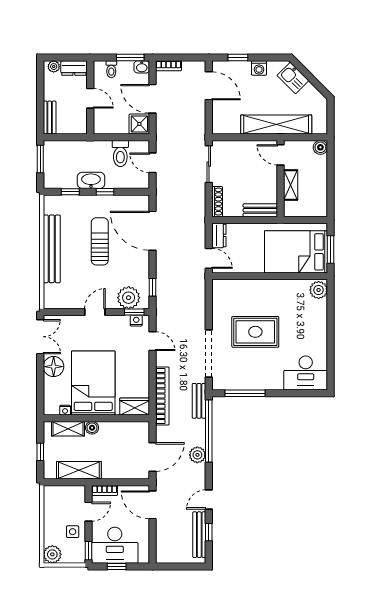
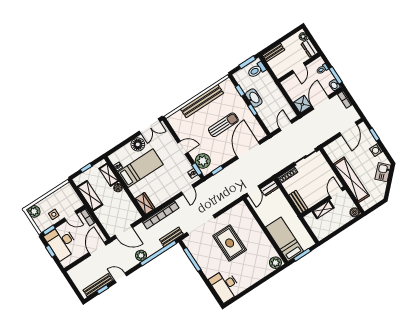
toilet: (120, 153) -> (257, 70), moved
bed: (296, 252) -> (284, 239), width x0.67
bed: (93, 383) -> (140, 168), width x0.67

